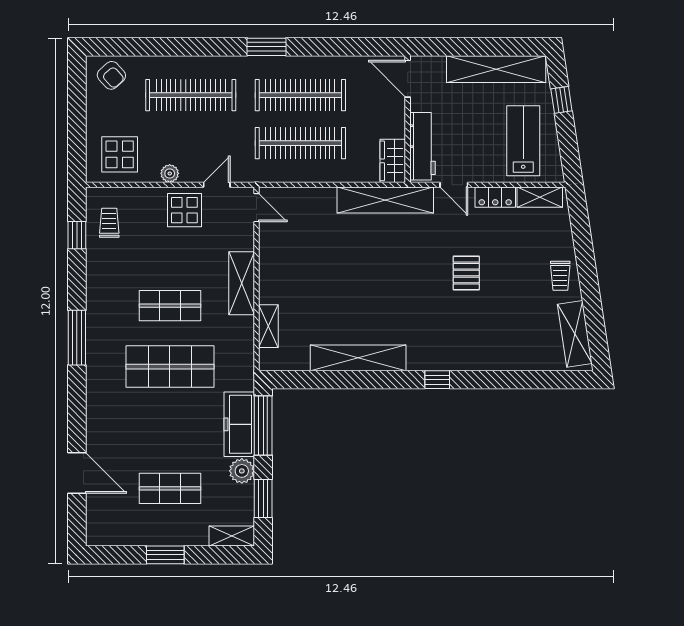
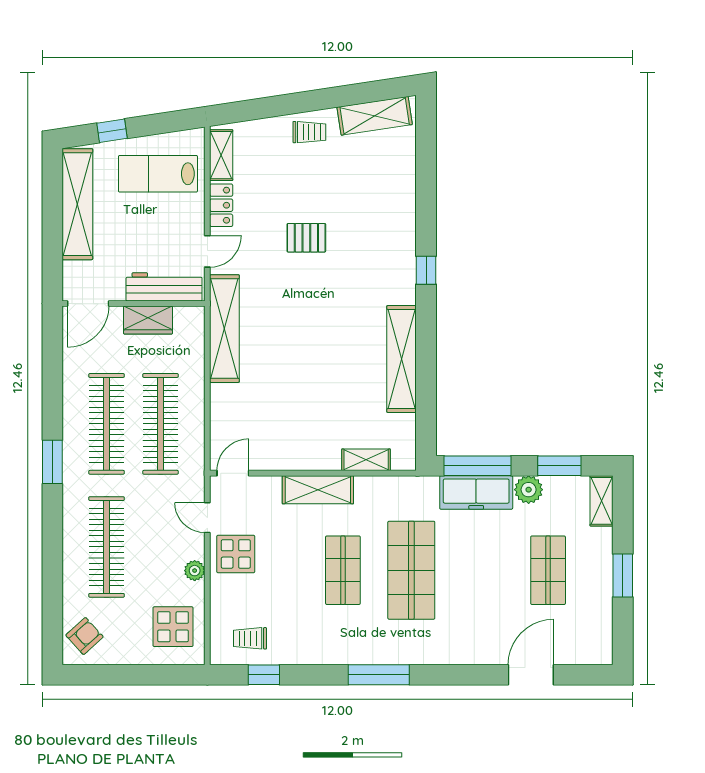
wardrobe: (393, 161) -> (148, 320), moved

